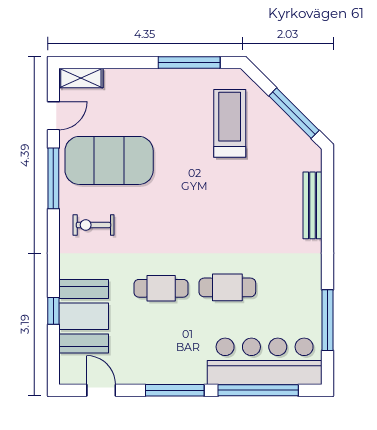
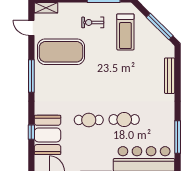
door: (53, 116) -> (31, 28), swing flipped
treadmill: (230, 123) -> (125, 32), turned 180
window: (53, 178) -> (31, 76), moved
exercise bike: (93, 225) -> (93, 22), moved

